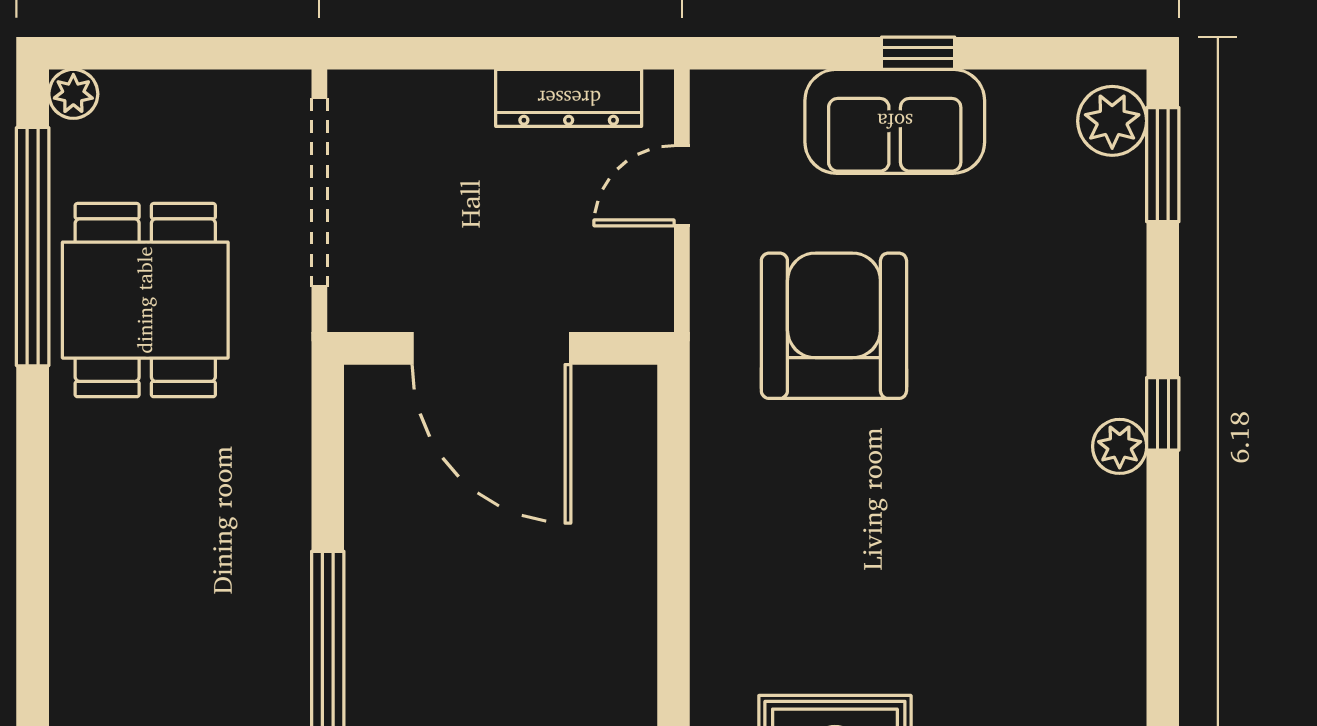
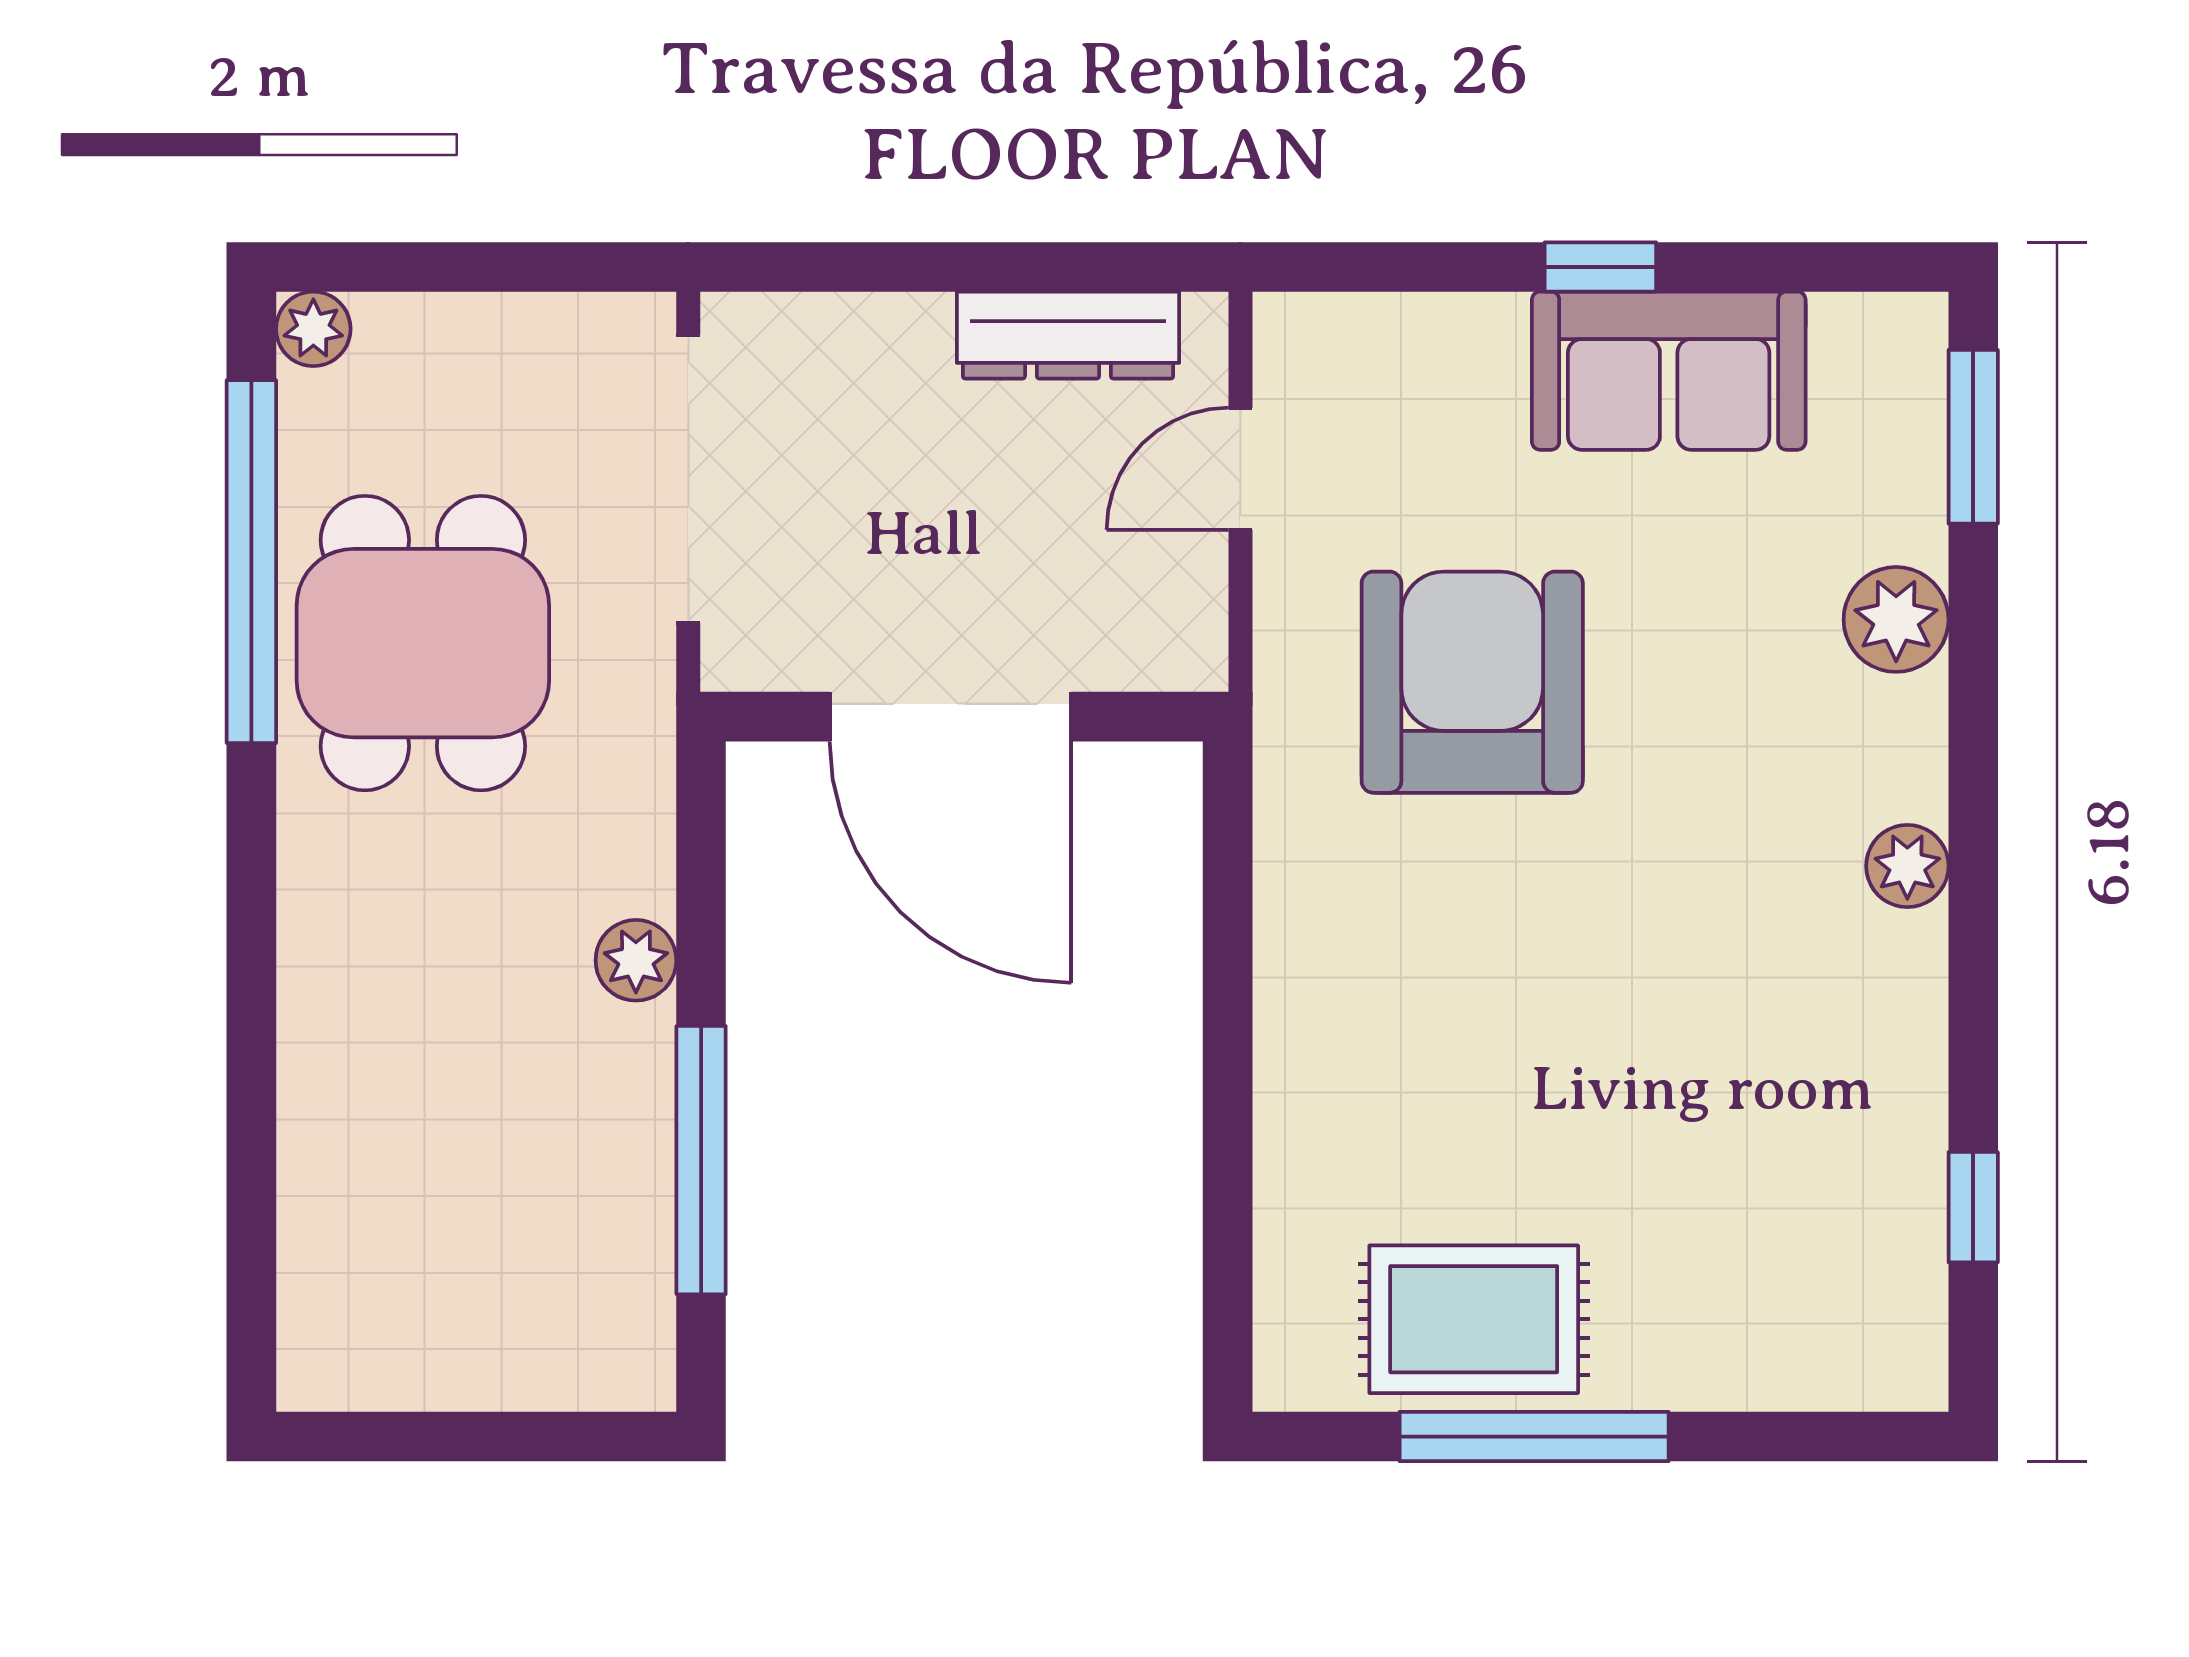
sofa: (895, 121) -> (1669, 371), moved
plant: (1112, 121) -> (1896, 619), moved
window: (1163, 414) -> (1973, 1207), moved
plant: (285, 508) -> (636, 960), added

